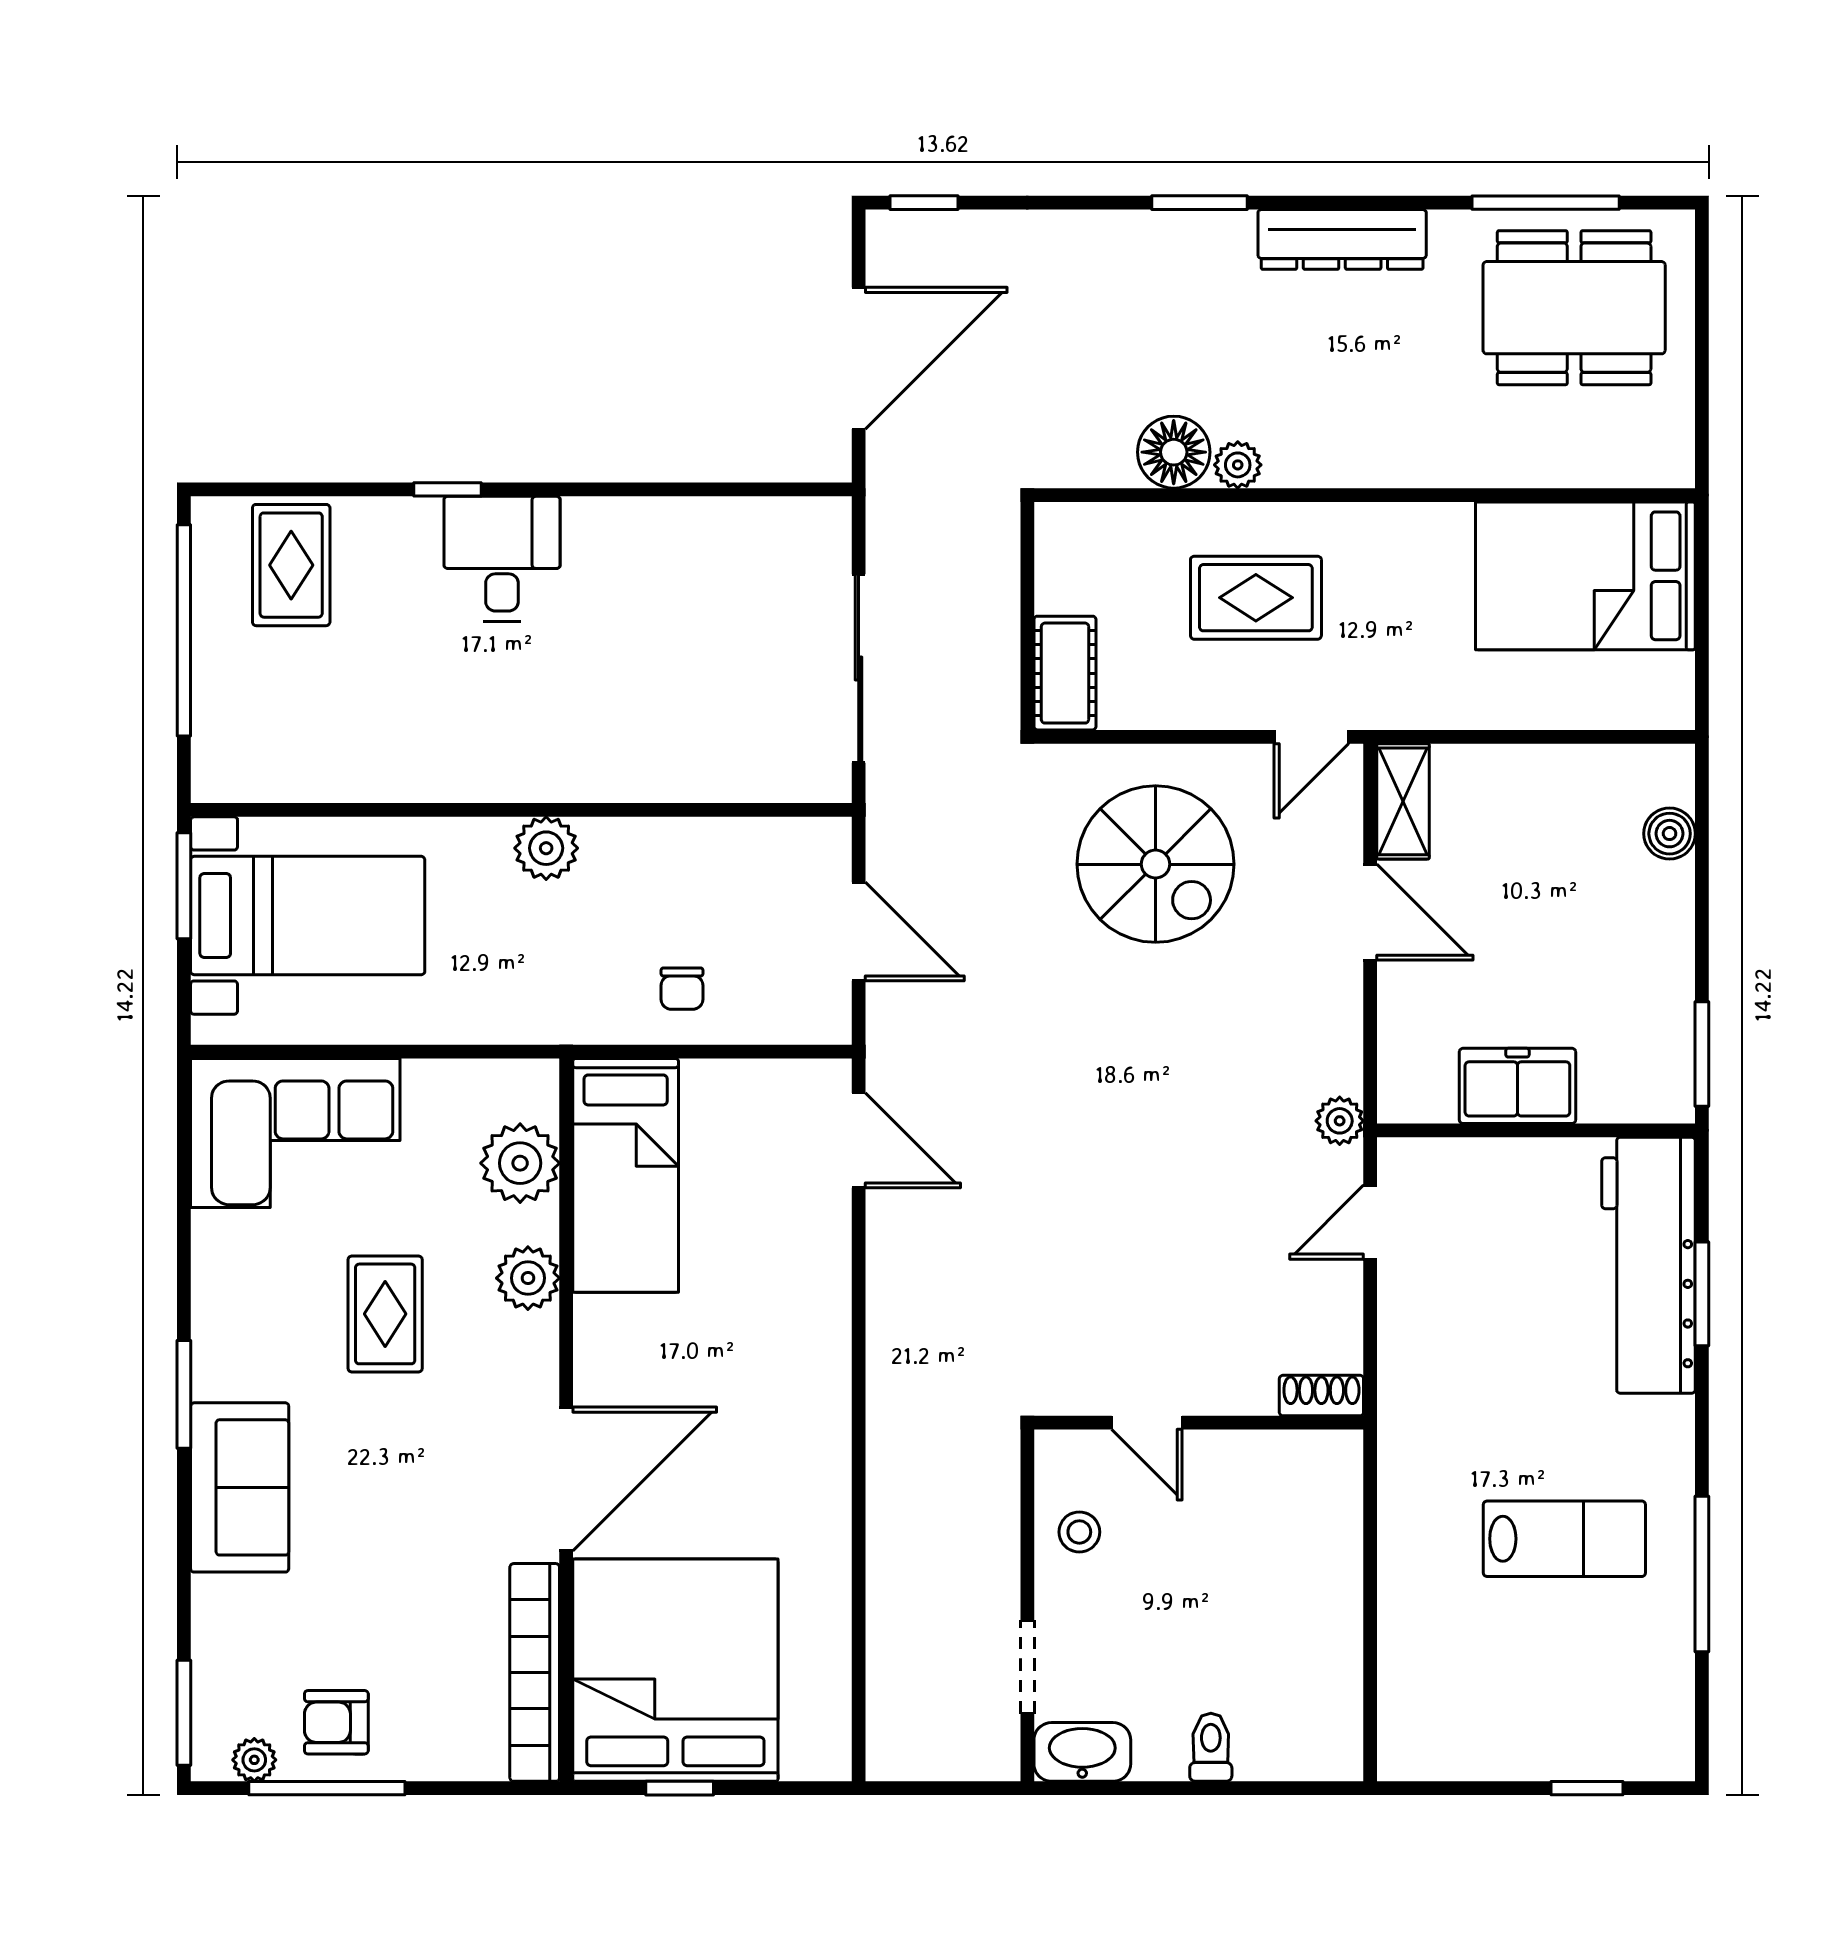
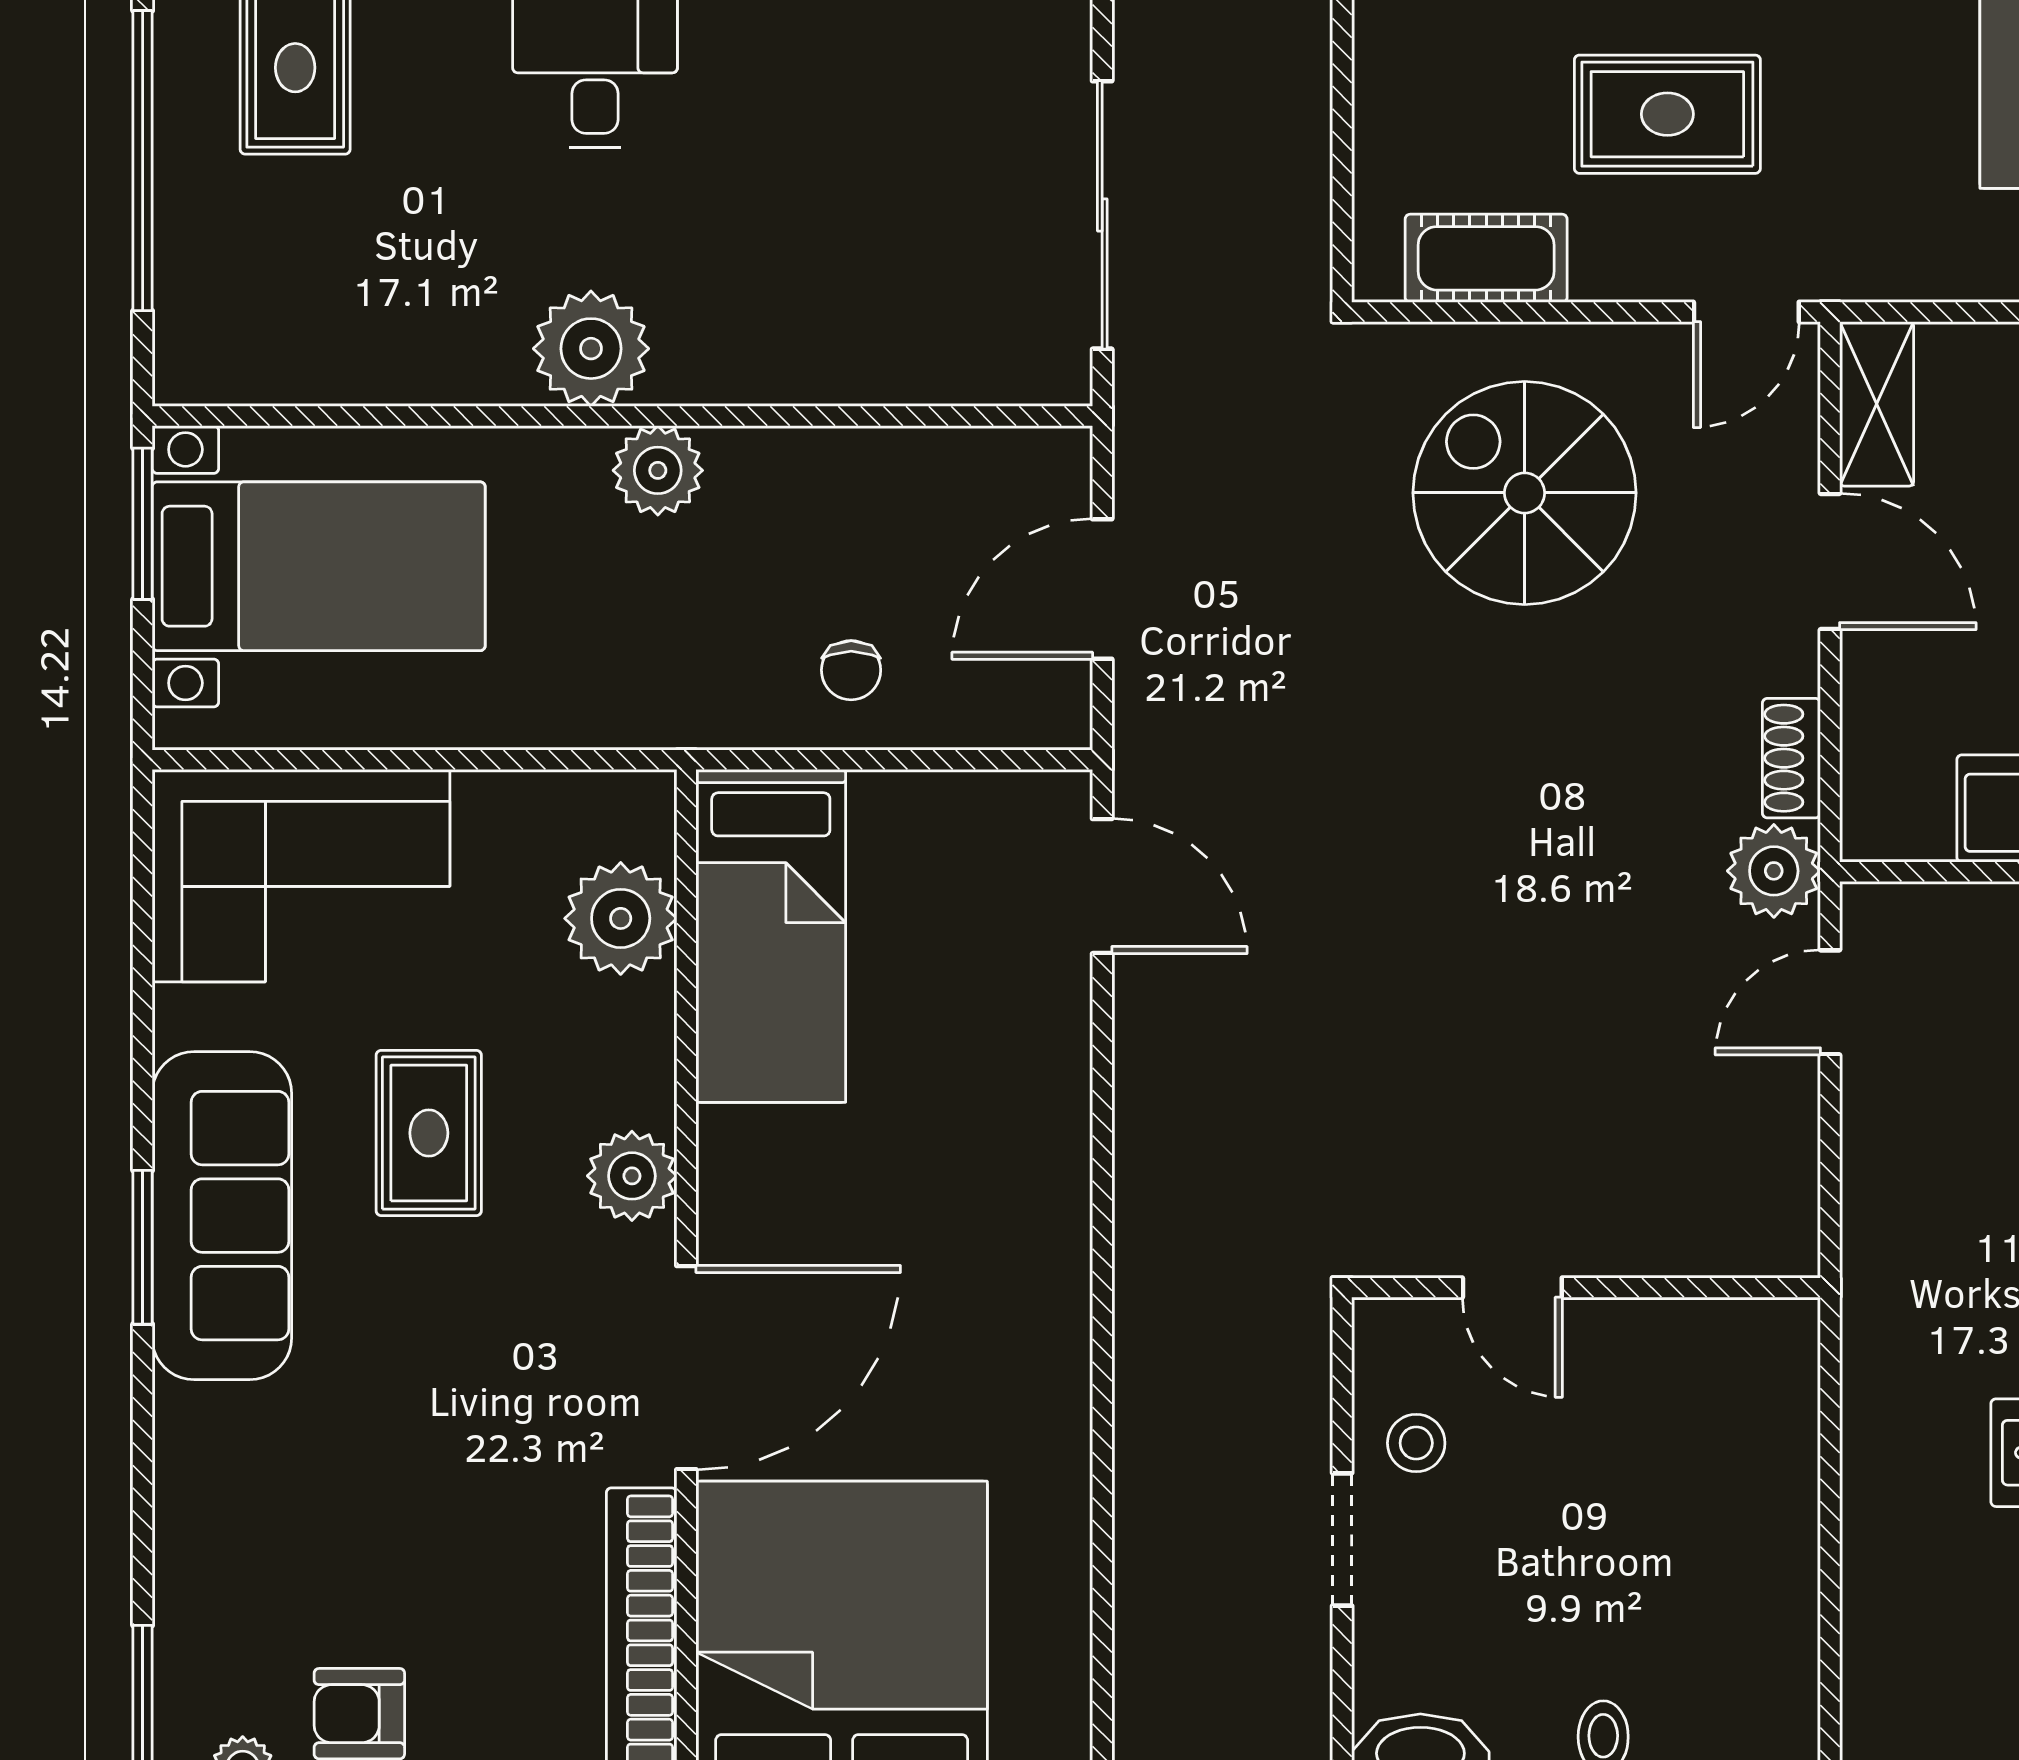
cot: (1065, 673) -> (1486, 258), moved, turned 90
plant: (499, 763) -> (591, 349), added
spiral stairs: (1156, 864) -> (1525, 493), turned 180
door: (859, 932) -> (1102, 589), swing flipped
plant: (1340, 1121) -> (1774, 871), width x1.38, depth x1.38
plant: (528, 1278) -> (632, 1176), moved
shoe rack: (1321, 1396) -> (1791, 758), moved, turned -90
sofa: (240, 1487) -> (222, 1216), moved, width x1.36
doorway: (1027, 1667) -> (1342, 1539), moved

